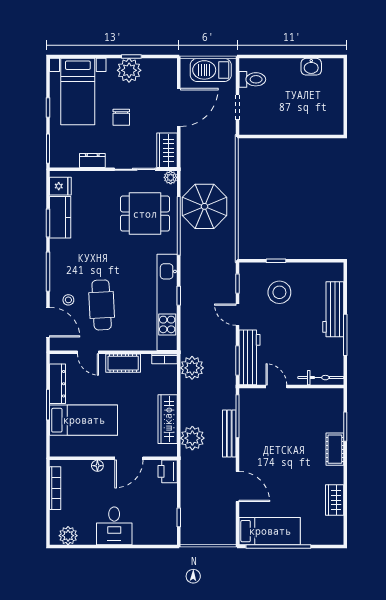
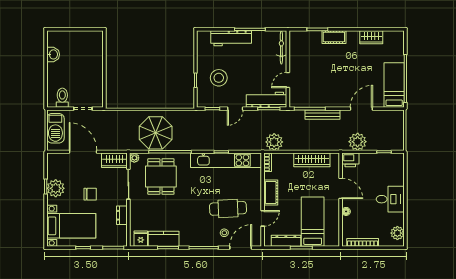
plant: (192, 438) -> (358, 142), moved

